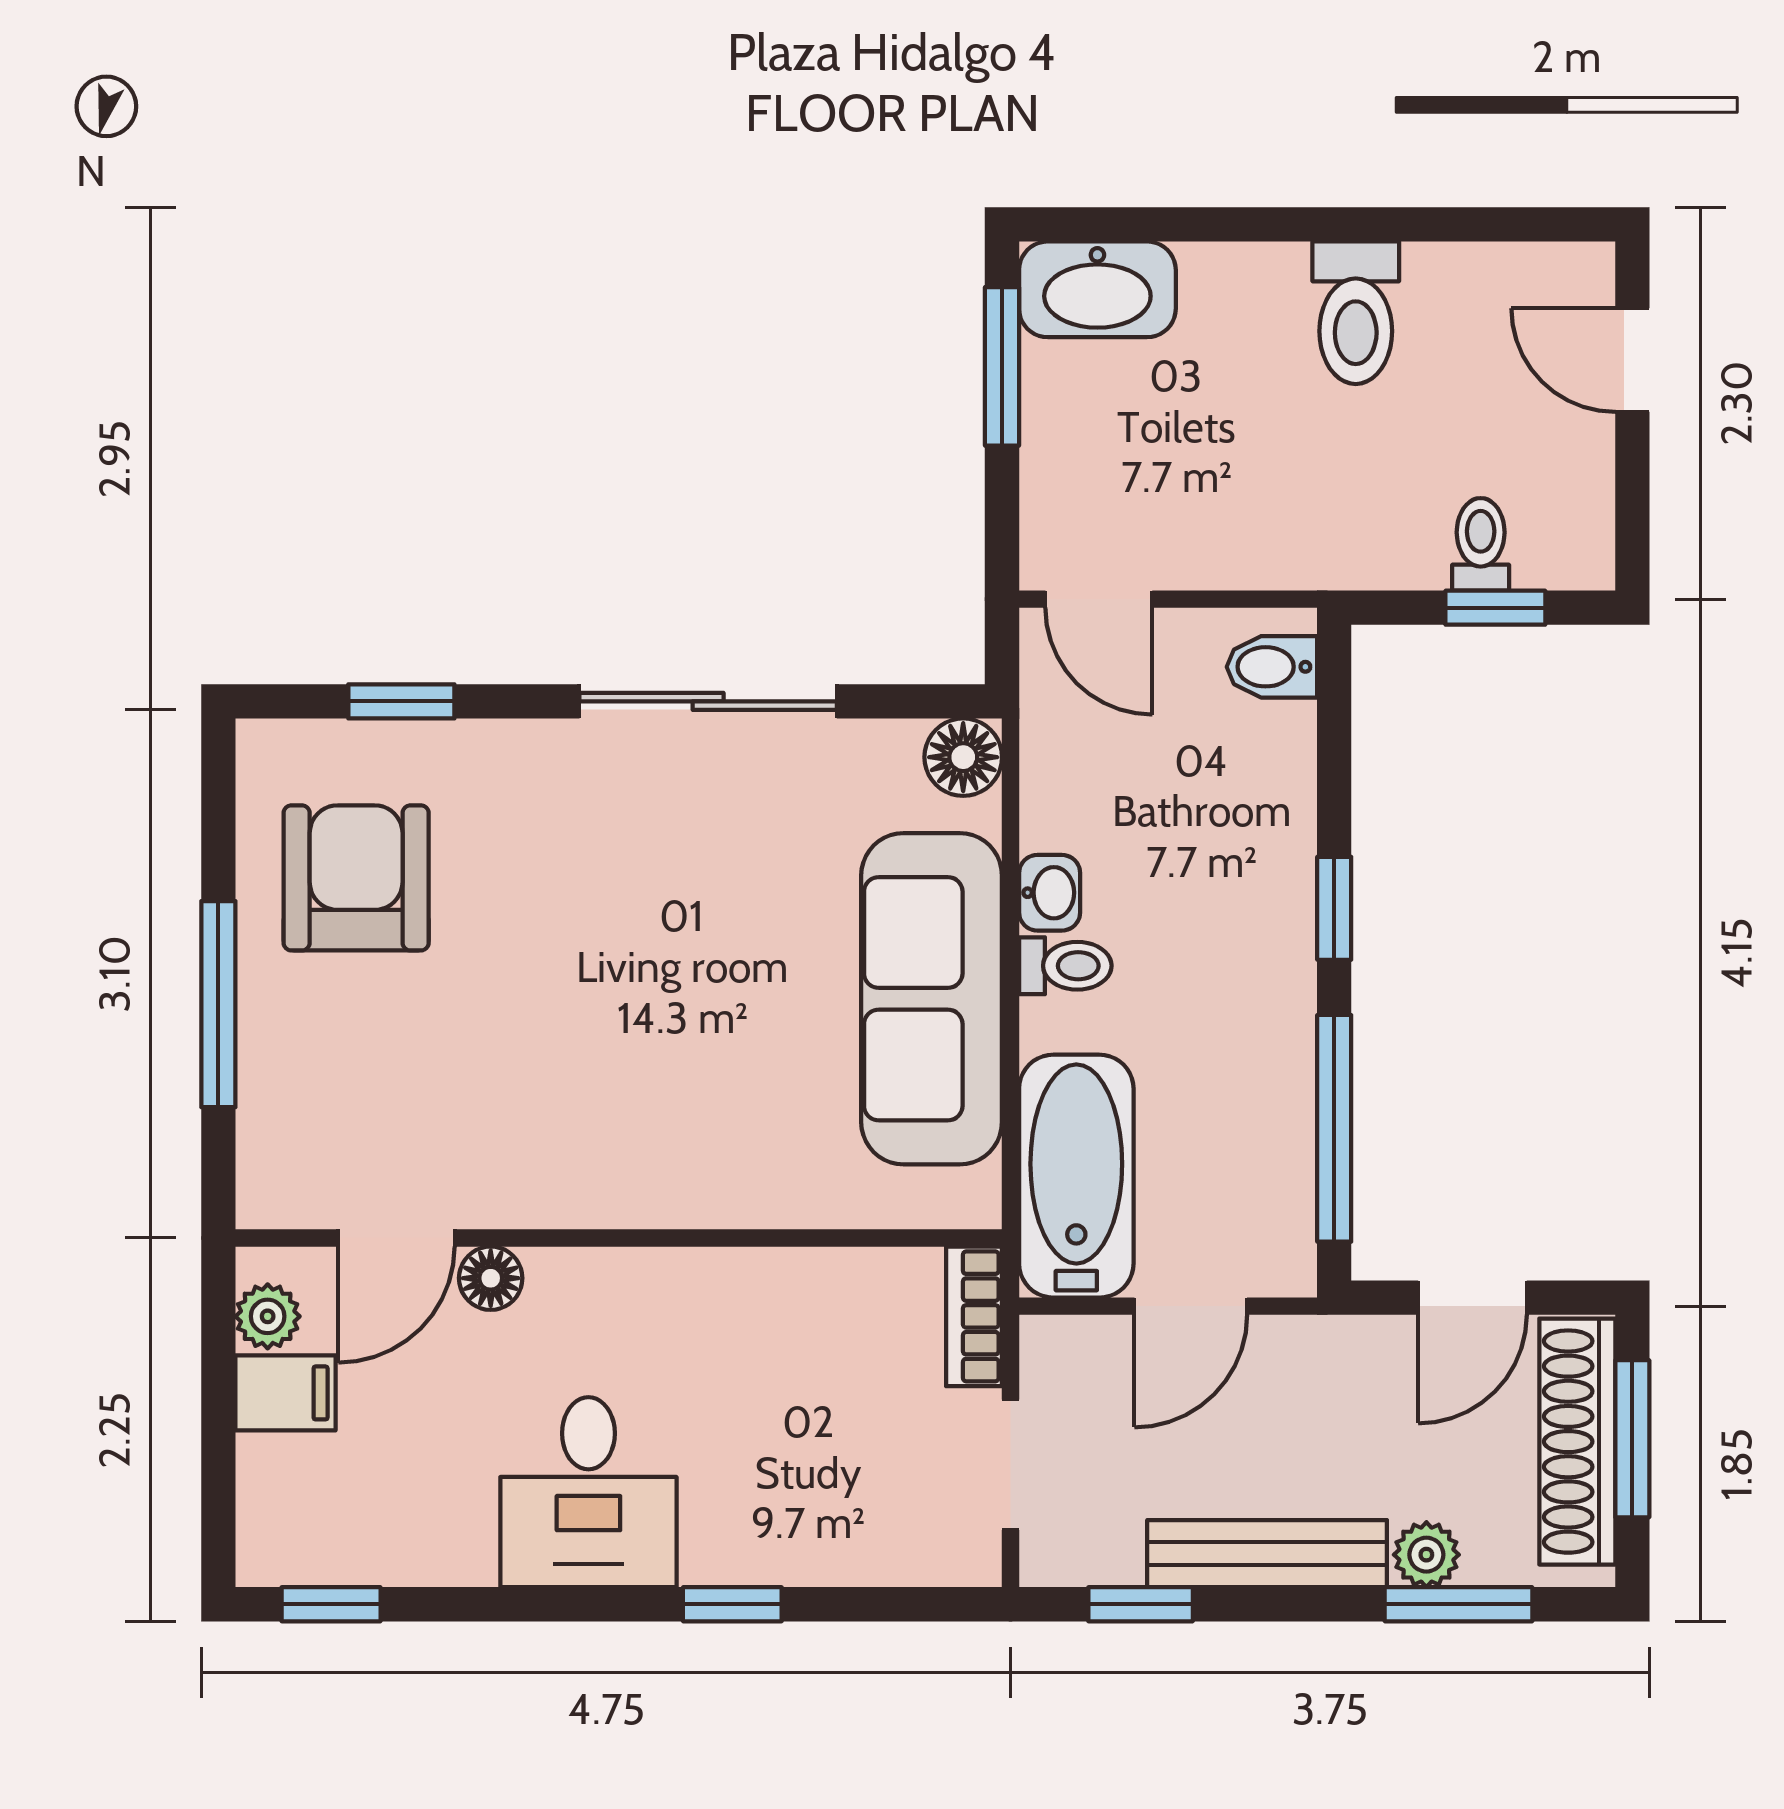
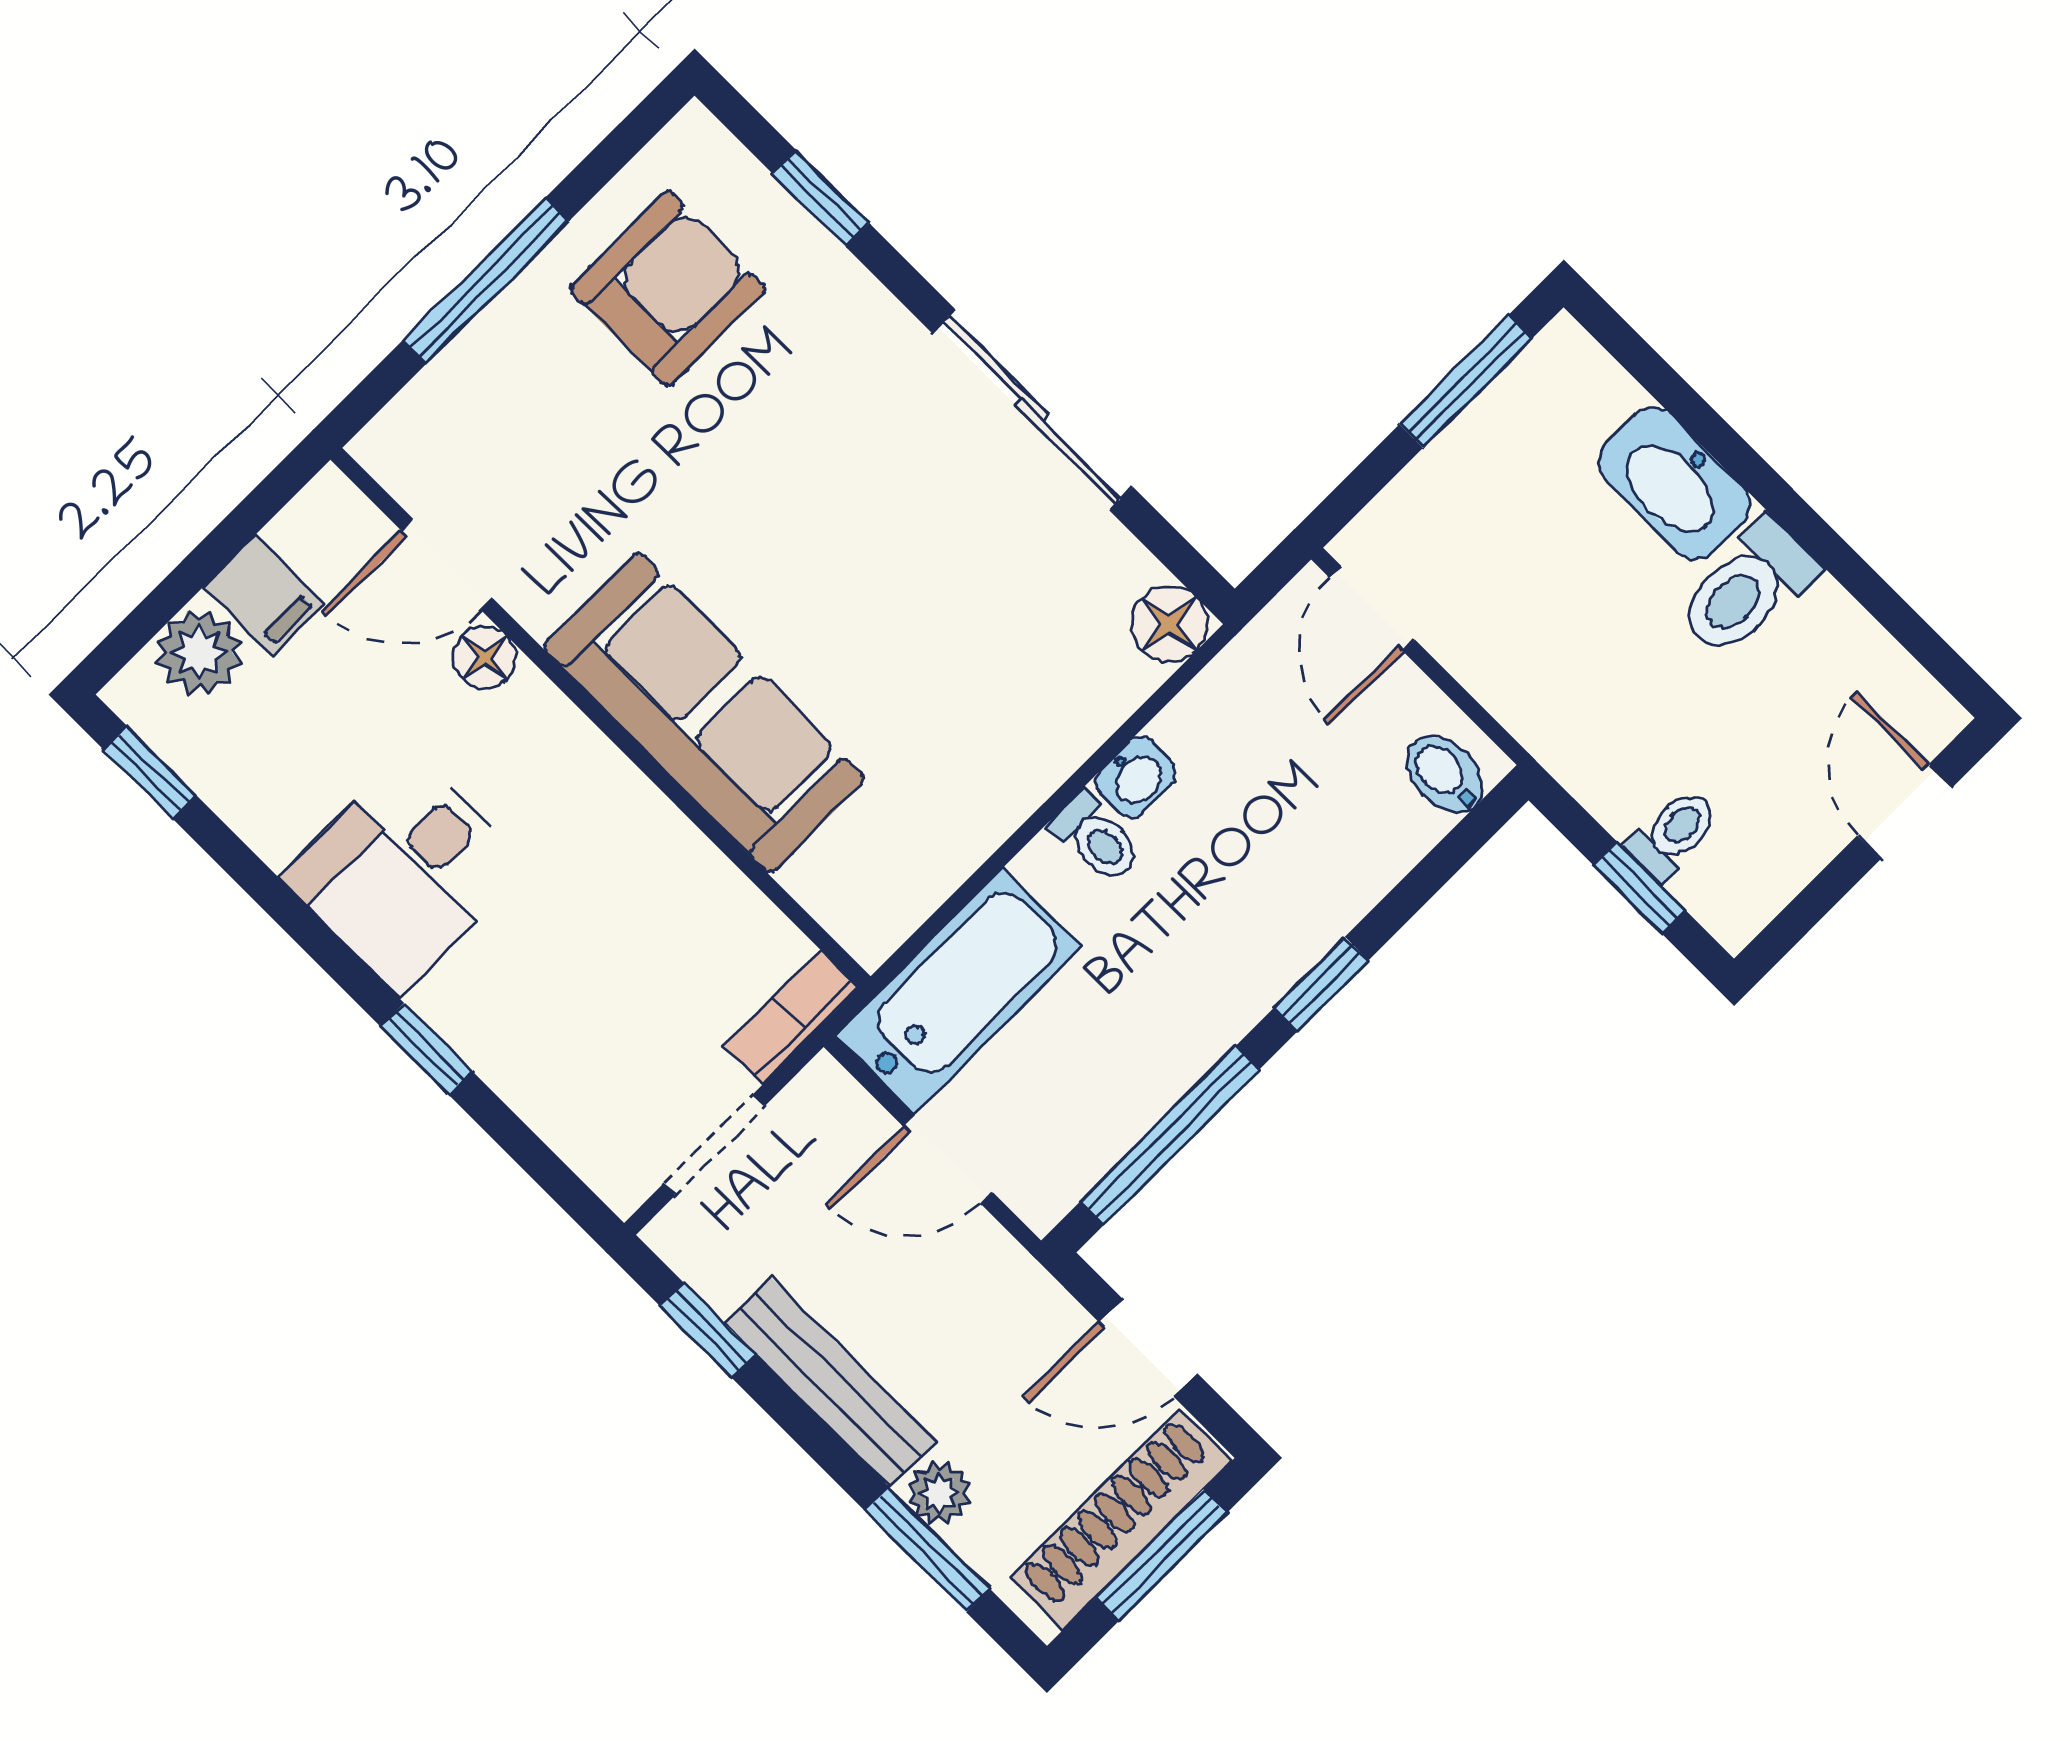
washbasin: (1097, 289) -> (1674, 484), moved
sofa: (932, 999) -> (704, 713), moved, turned 90
plant: (268, 1316) -> (199, 652), moved, width x1.38, depth x1.38

